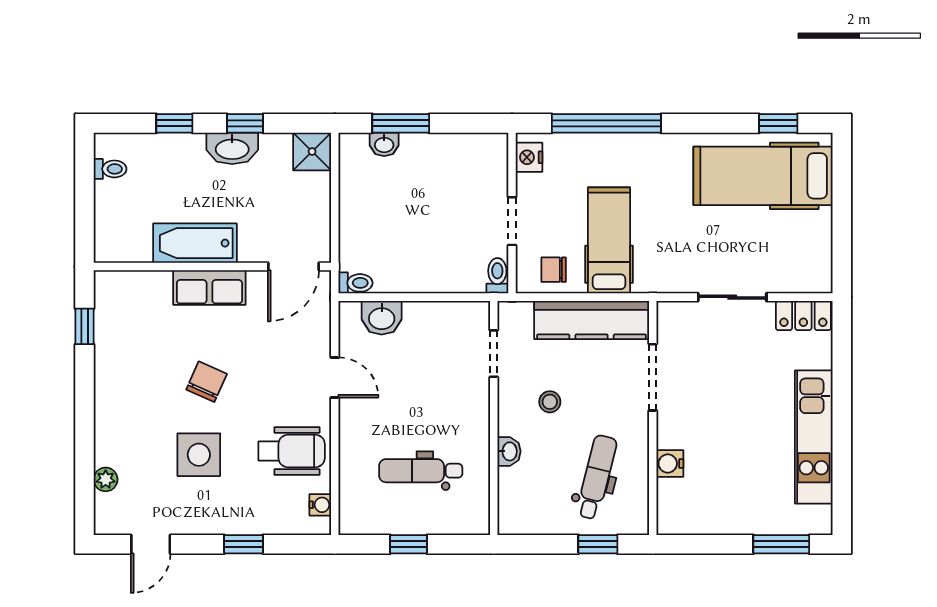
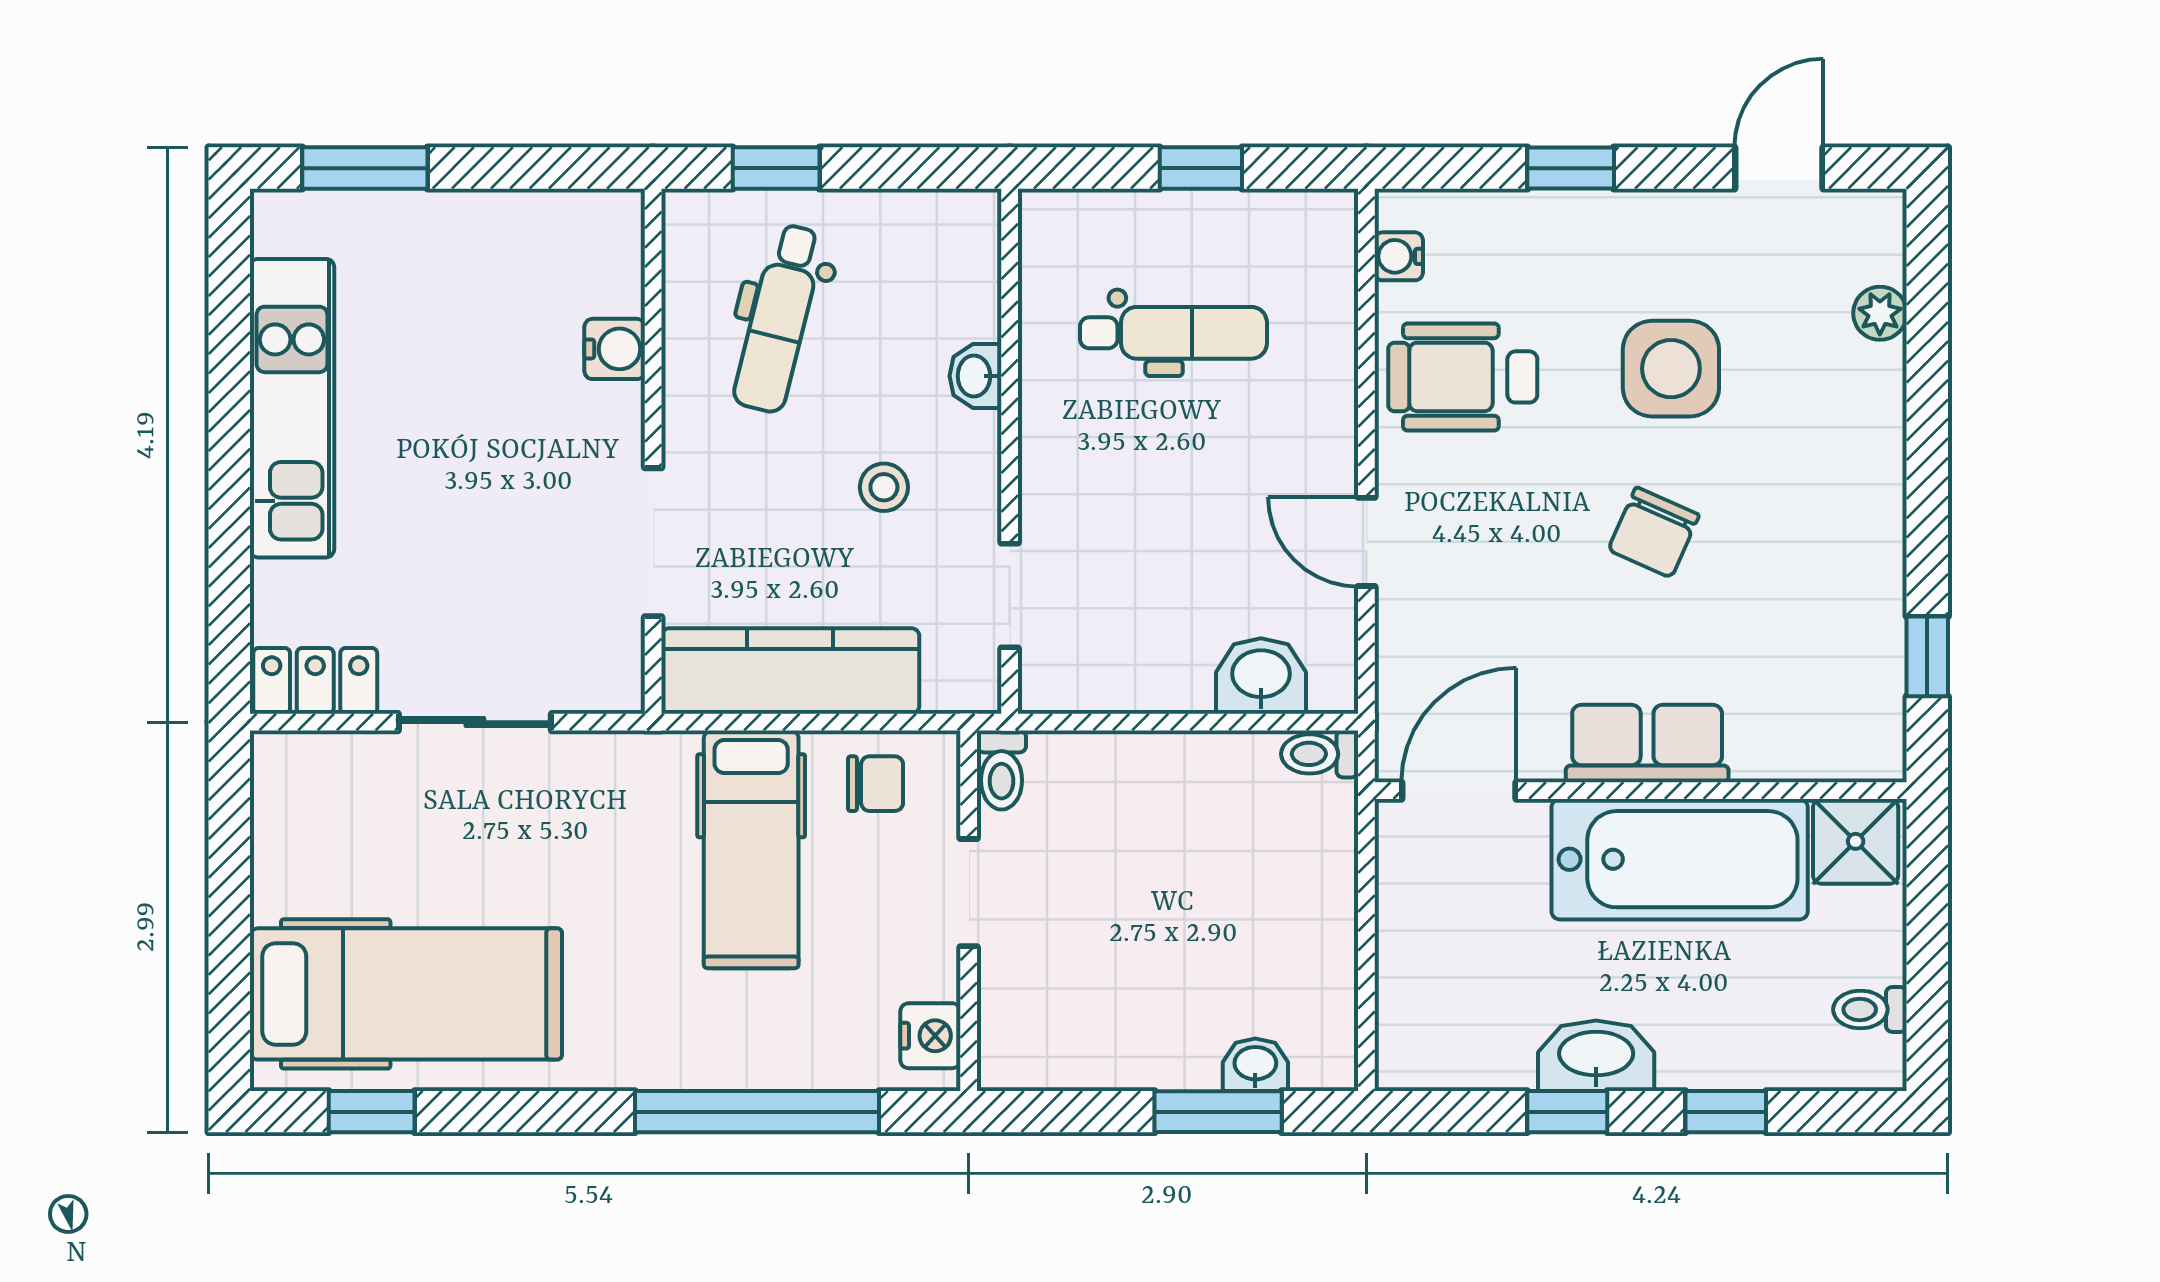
shower: (312, 151) -> (1856, 841), moved
bathtub: (195, 243) -> (1680, 859), width x1.36, depth x1.36

